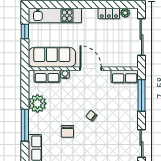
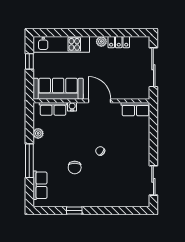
plant: (125, 13) -> (101, 41), moved
window: (141, 95) -> (153, 129), removed
plant: (37, 103) -> (38, 133), width x0.53, depth x0.53

